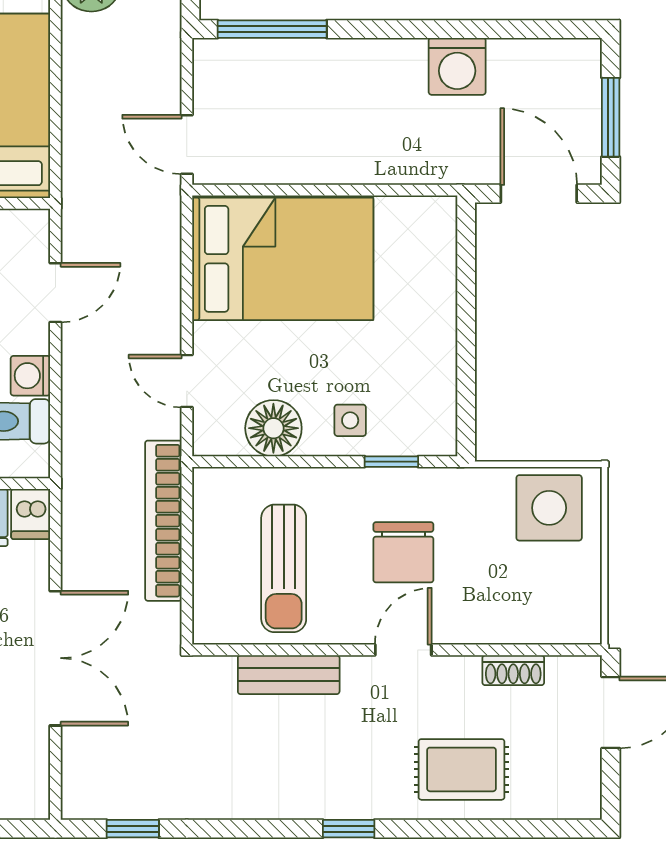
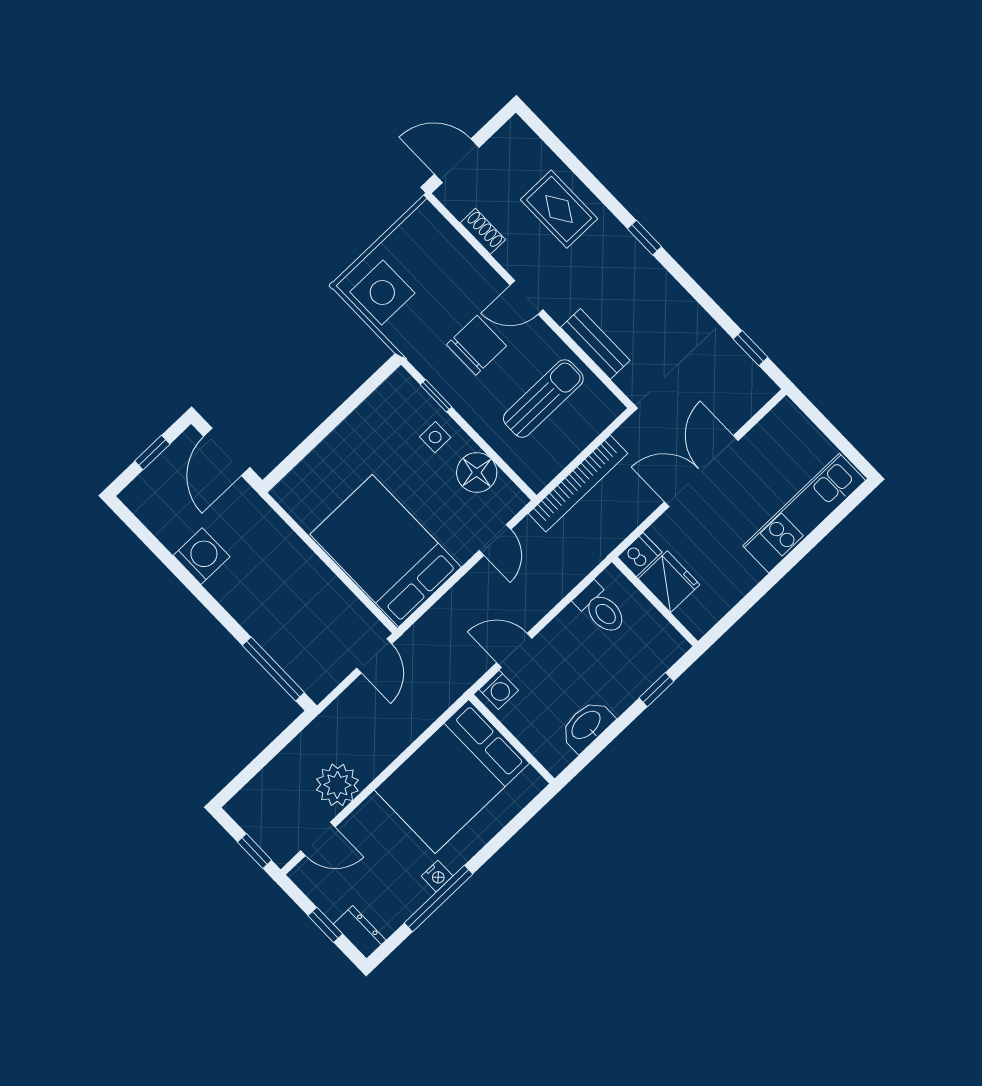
window: (611, 117) -> (152, 453), width x0.67
washing machine: (30, 376) -> (499, 690), moved

